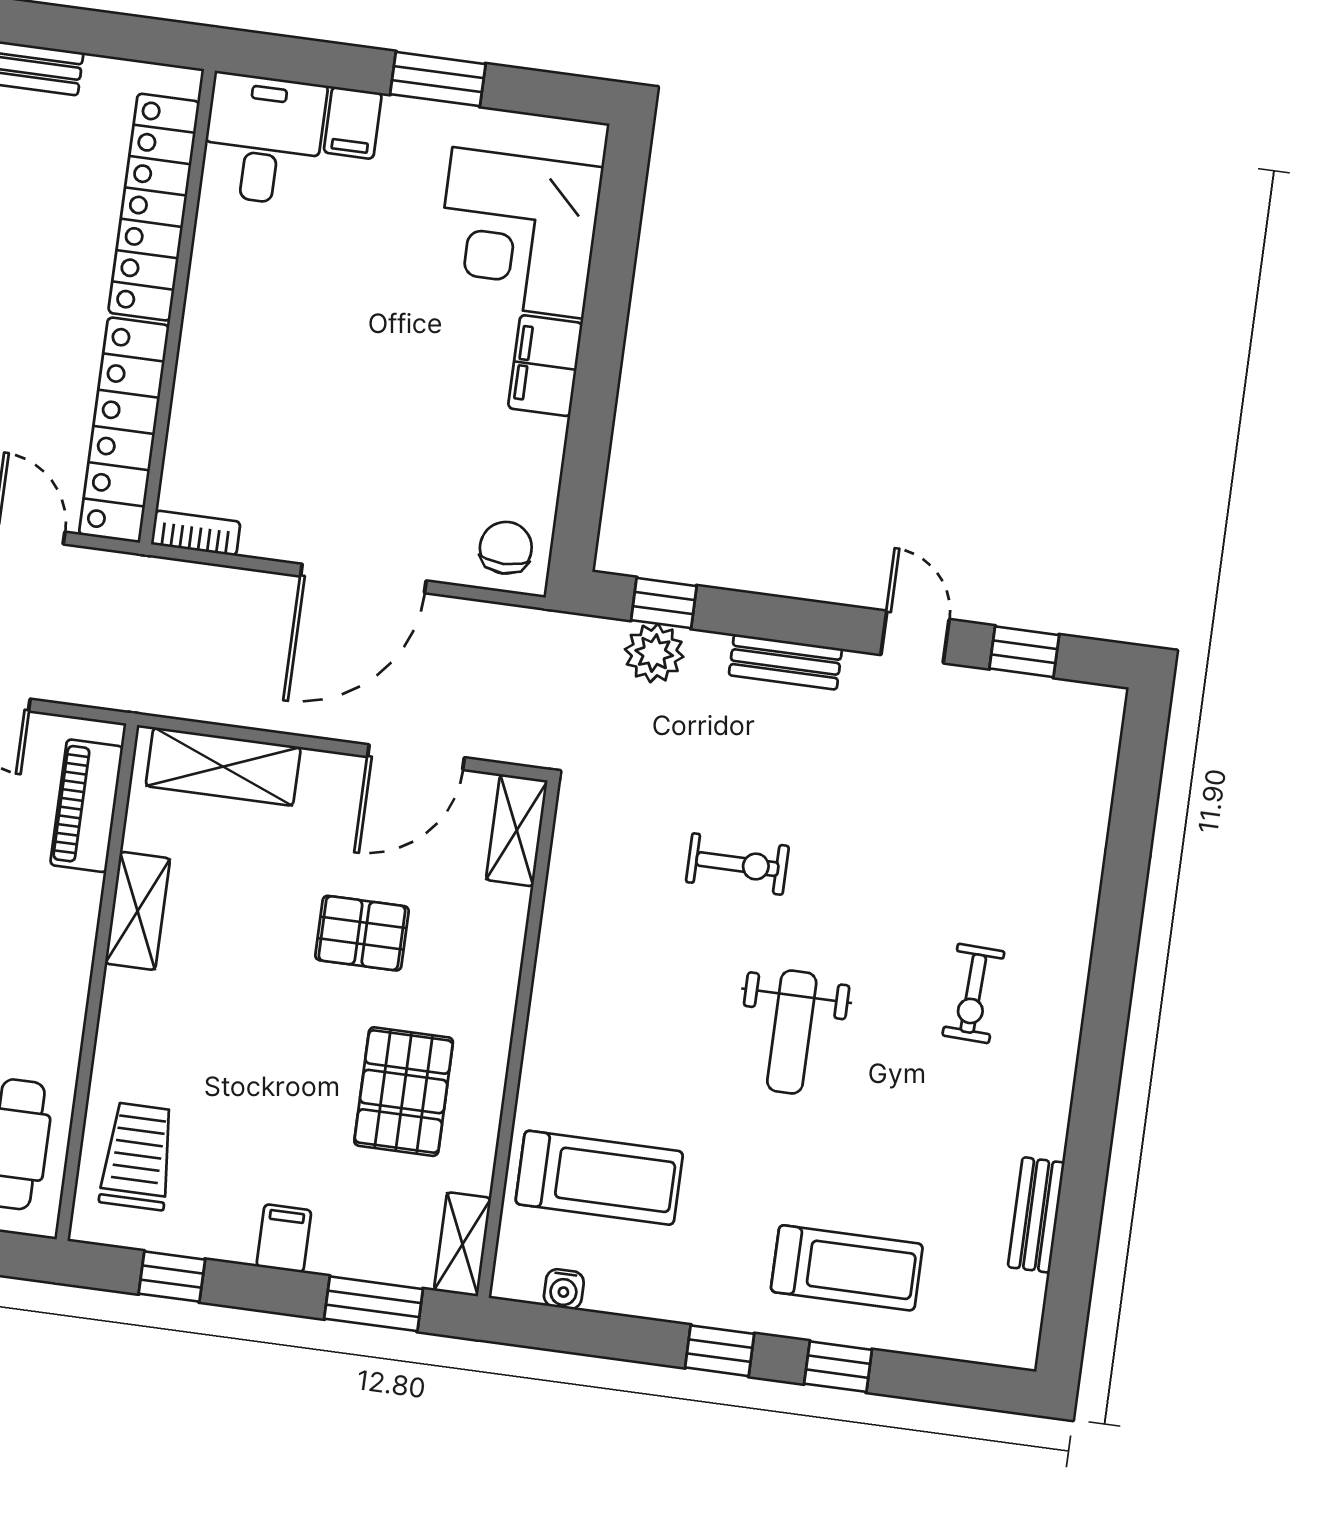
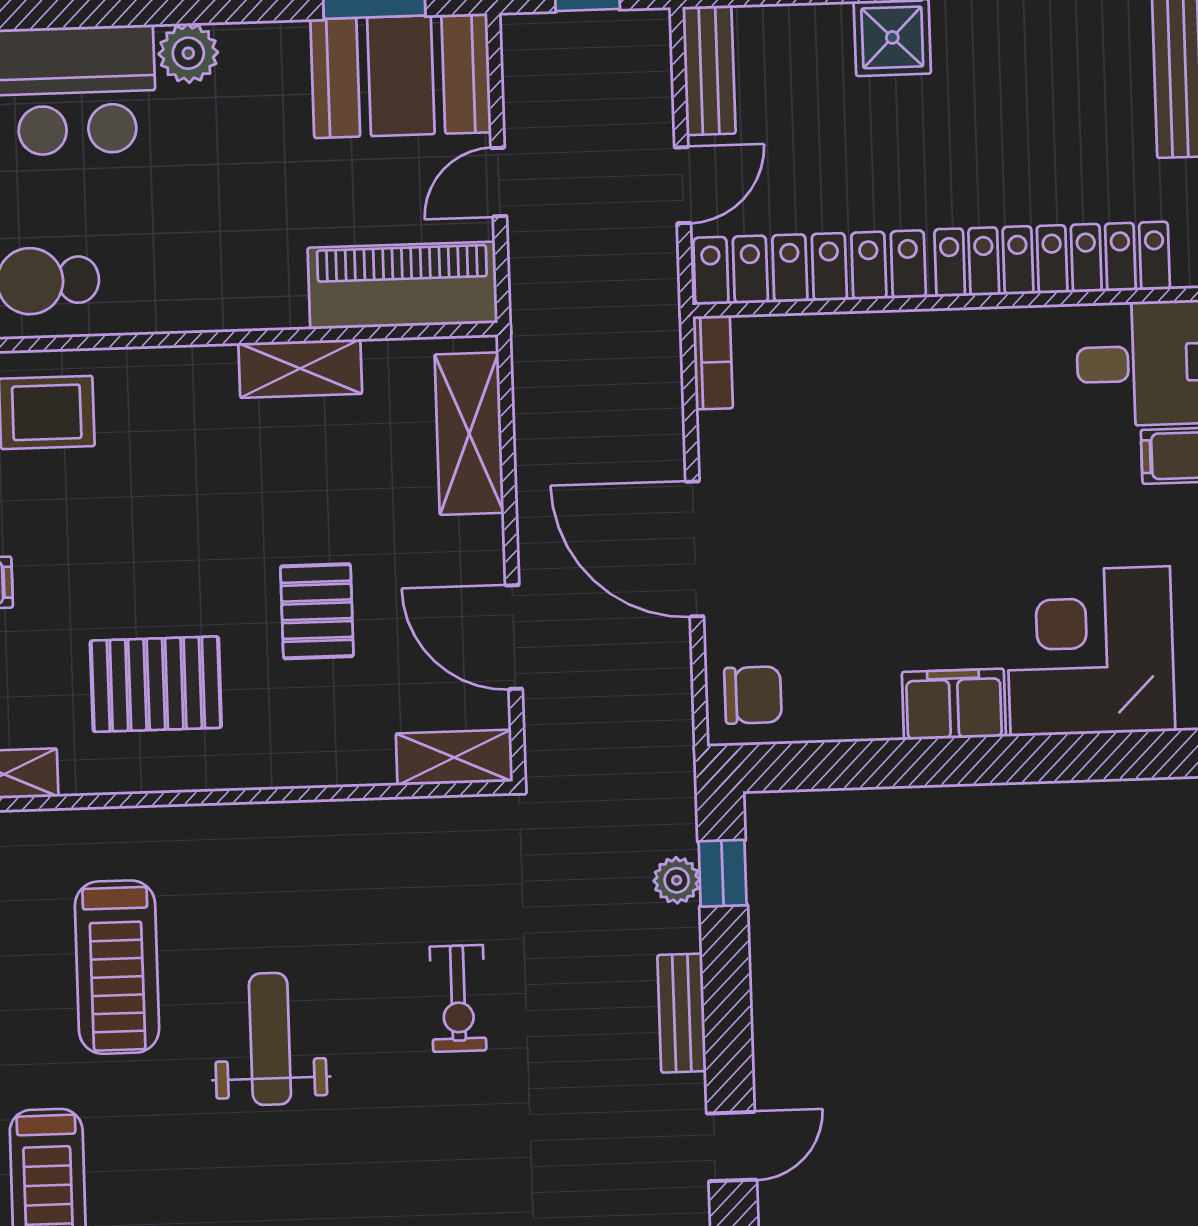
plant: (654, 653) -> (677, 880), width x0.73, depth x0.73
piano: (87, 806) -> (403, 285), width x1.37, depth x1.33
weight bench: (792, 1032) -> (270, 1039), moved, turned 90
treadmill: (599, 1178) -> (117, 967), moved

